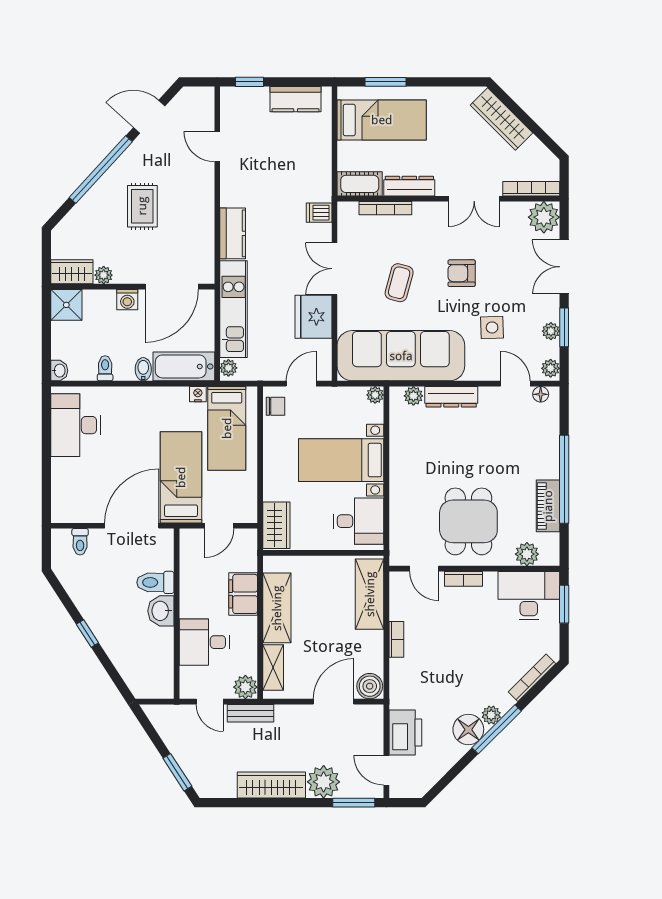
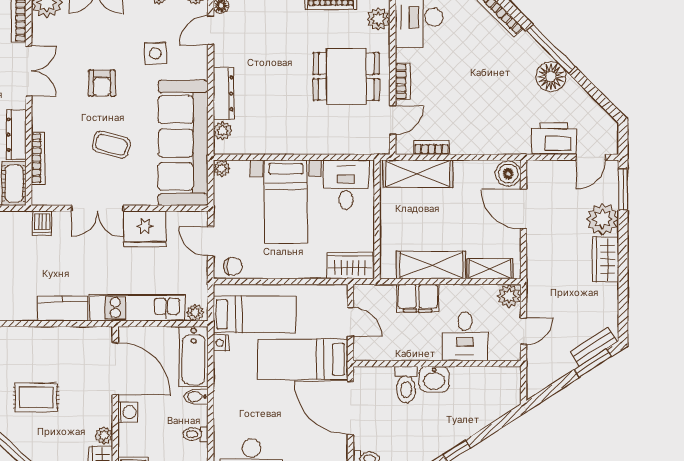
chair: (276, 406) -> (233, 266), turned 90
bookcase: (396, 639) -> (432, 147), moved
bench: (250, 713) -> (594, 347), moved, turned 57
plant: (491, 715) -> (537, 54), removed
wardrobe: (271, 785) -> (606, 259), width x0.67

